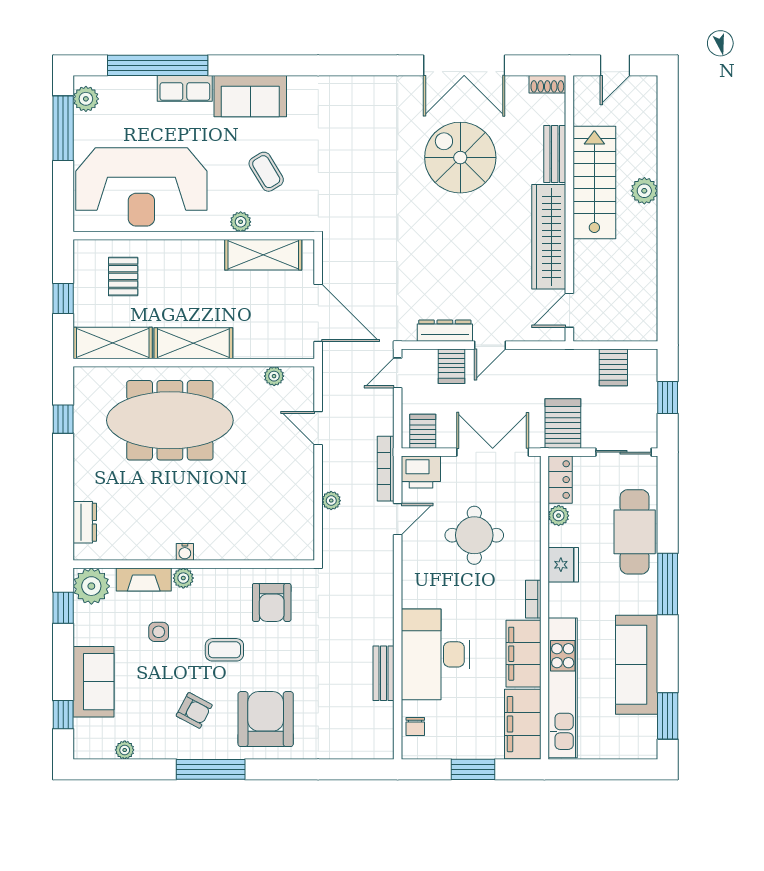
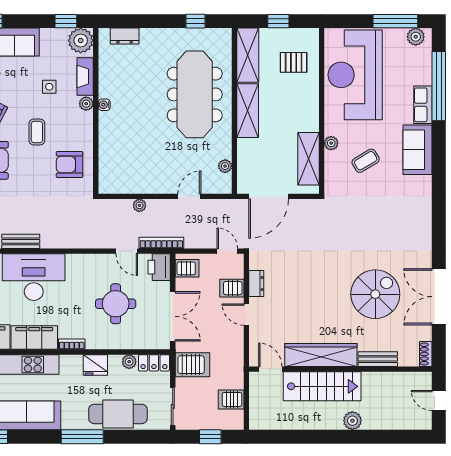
stairs: (594, 182) -> (322, 386), moved
dresser: (445, 331) -> (256, 284), width x0.70

